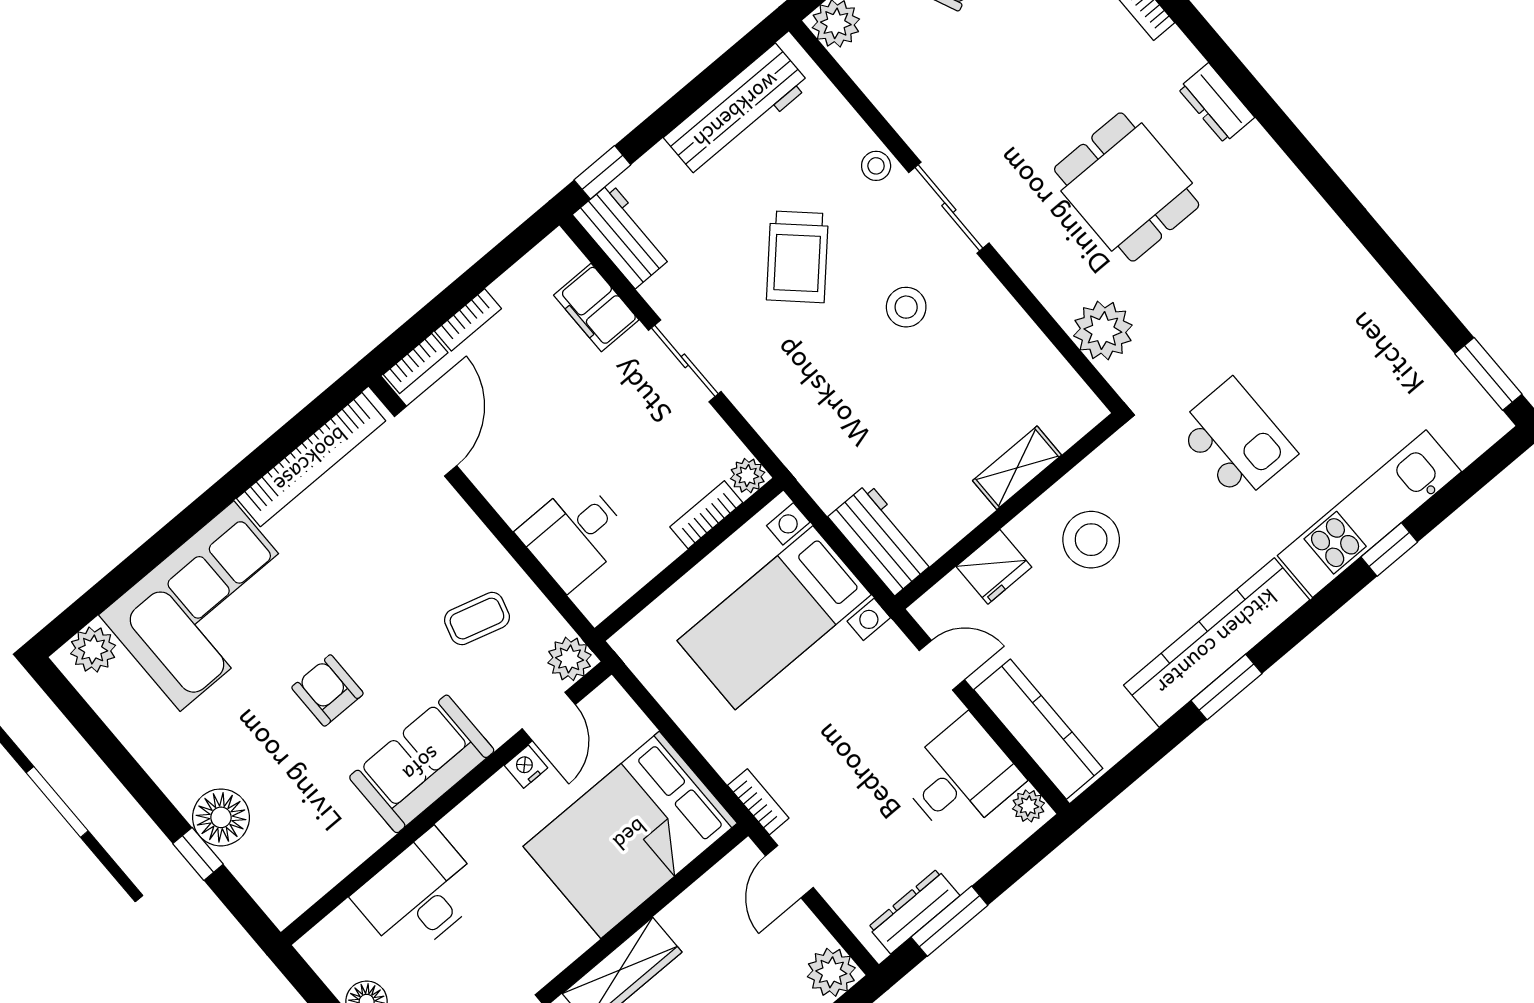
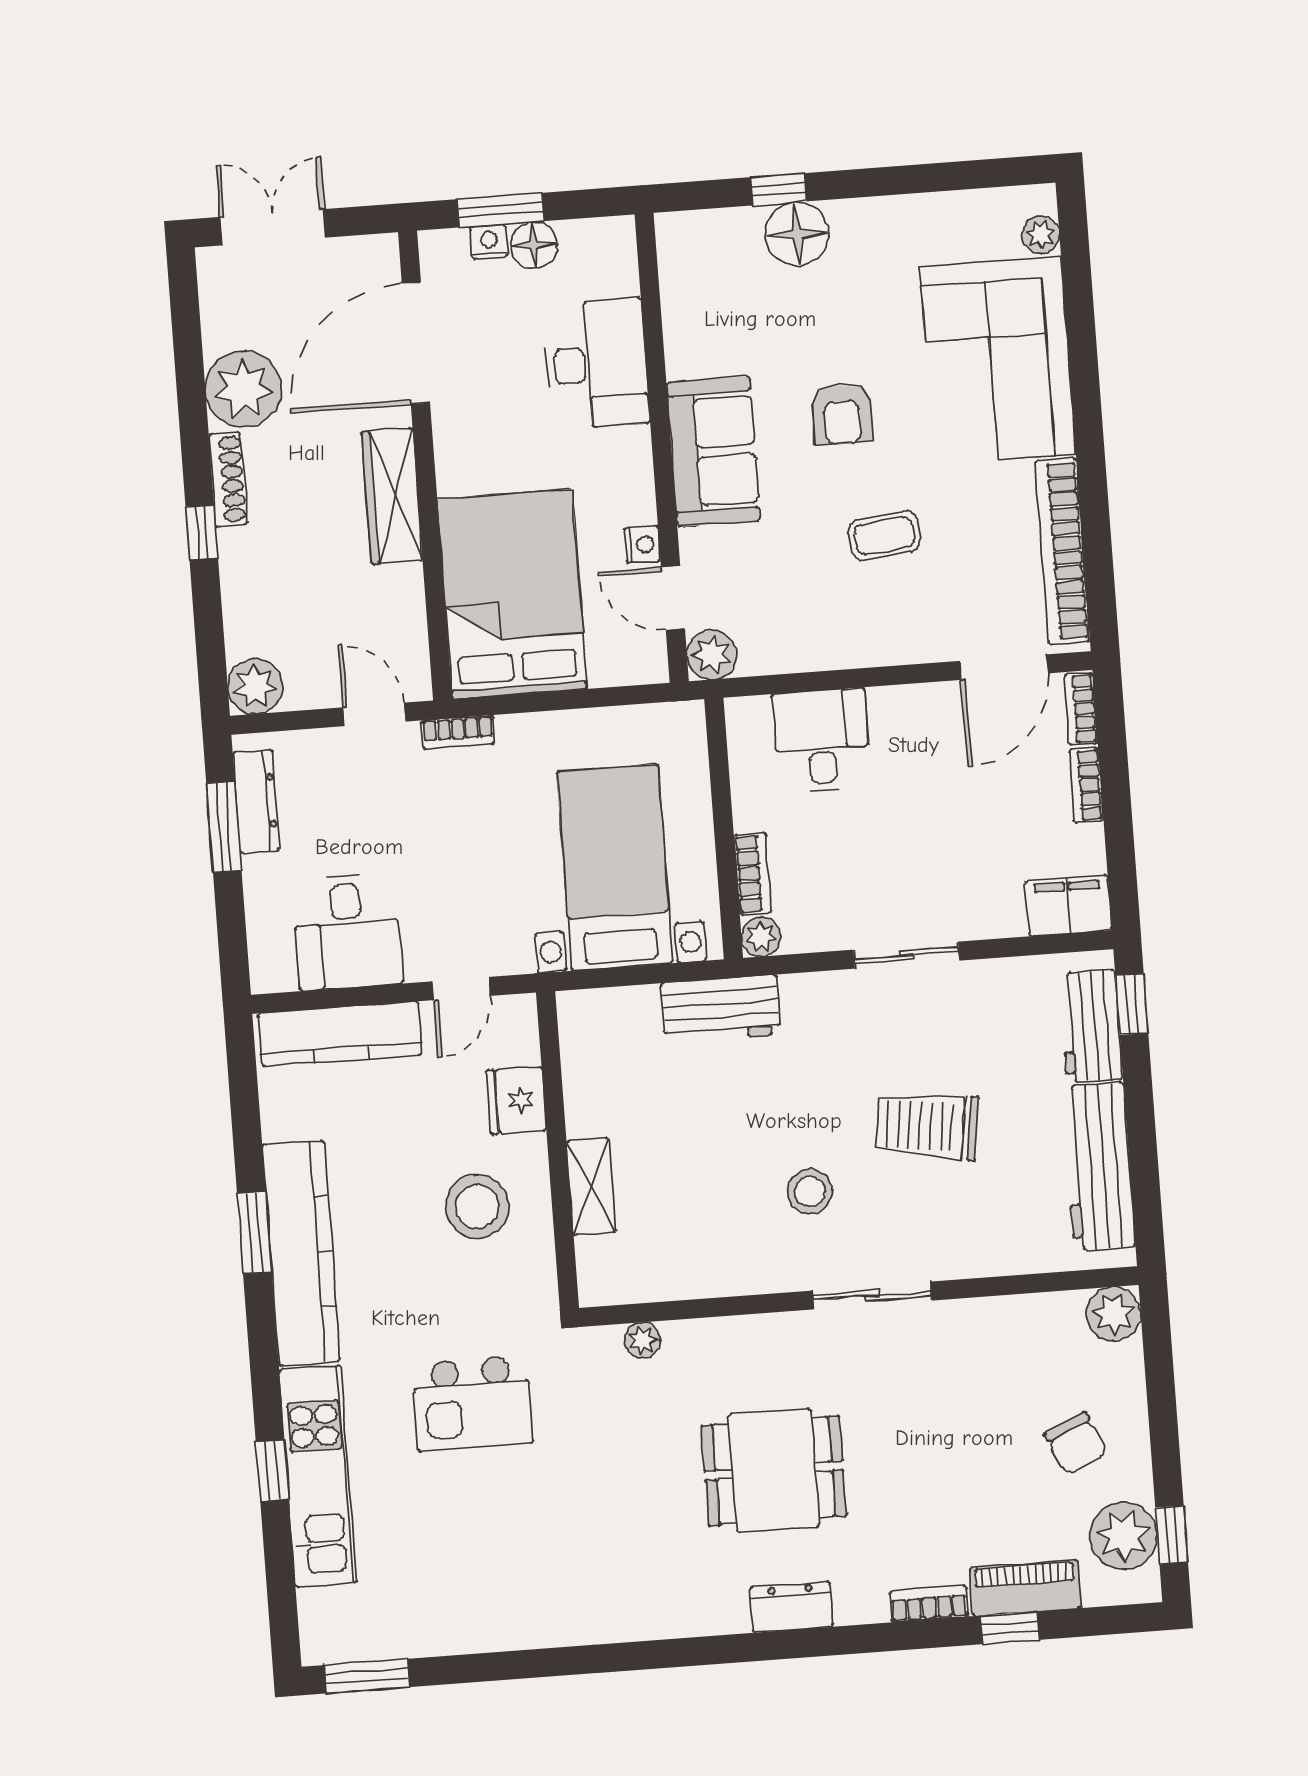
stool: (876, 166) -> (958, 1257), removed
workbench: (623, 236) -> (1091, 1026), moved, turned 90
trolley: (797, 257) -> (927, 1126), turned -35
filing cabinet: (596, 308) -> (1068, 906), moved
plant: (1103, 331) -> (642, 1340), width x0.53, depth x0.53
door: (426, 441) -> (1004, 667), hinge flipped
workbench: (882, 539) -> (721, 1009), moved
coffee table: (477, 619) -> (884, 536), moved, turned 68
plant: (93, 650) -> (1041, 235), width x0.73, depth x0.73
armchair: (327, 690) -> (842, 414), turned 90
plant: (1028, 806) -> (277, 975), removed

